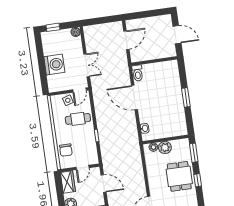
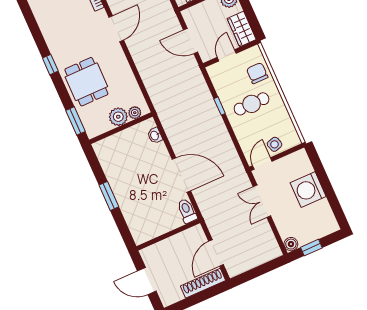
shoe rack: (141, 23) -> (203, 283), added
window: (53, 27) -> (311, 248), moved
cafe table: (78, 119) -> (252, 104), moved
window: (198, 180) -> (50, 65), moved

